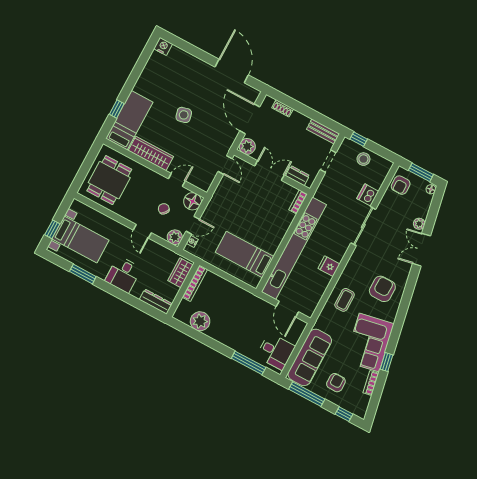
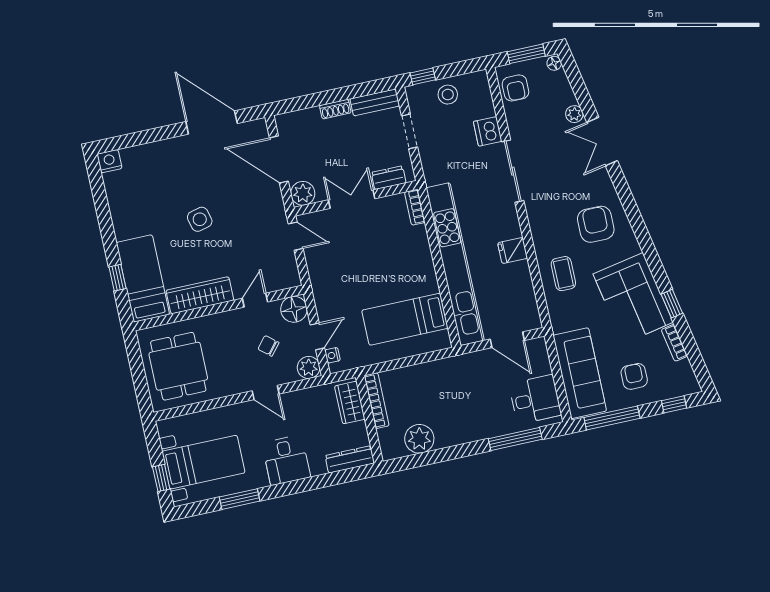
shoe rack: (283, 108) -> (335, 109), moved

